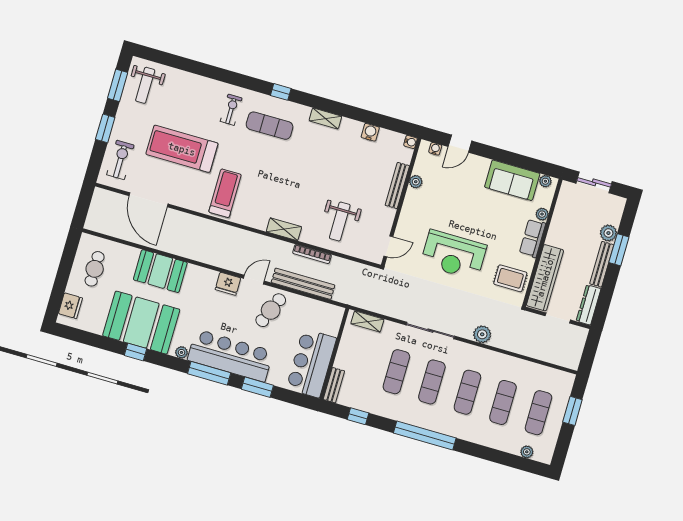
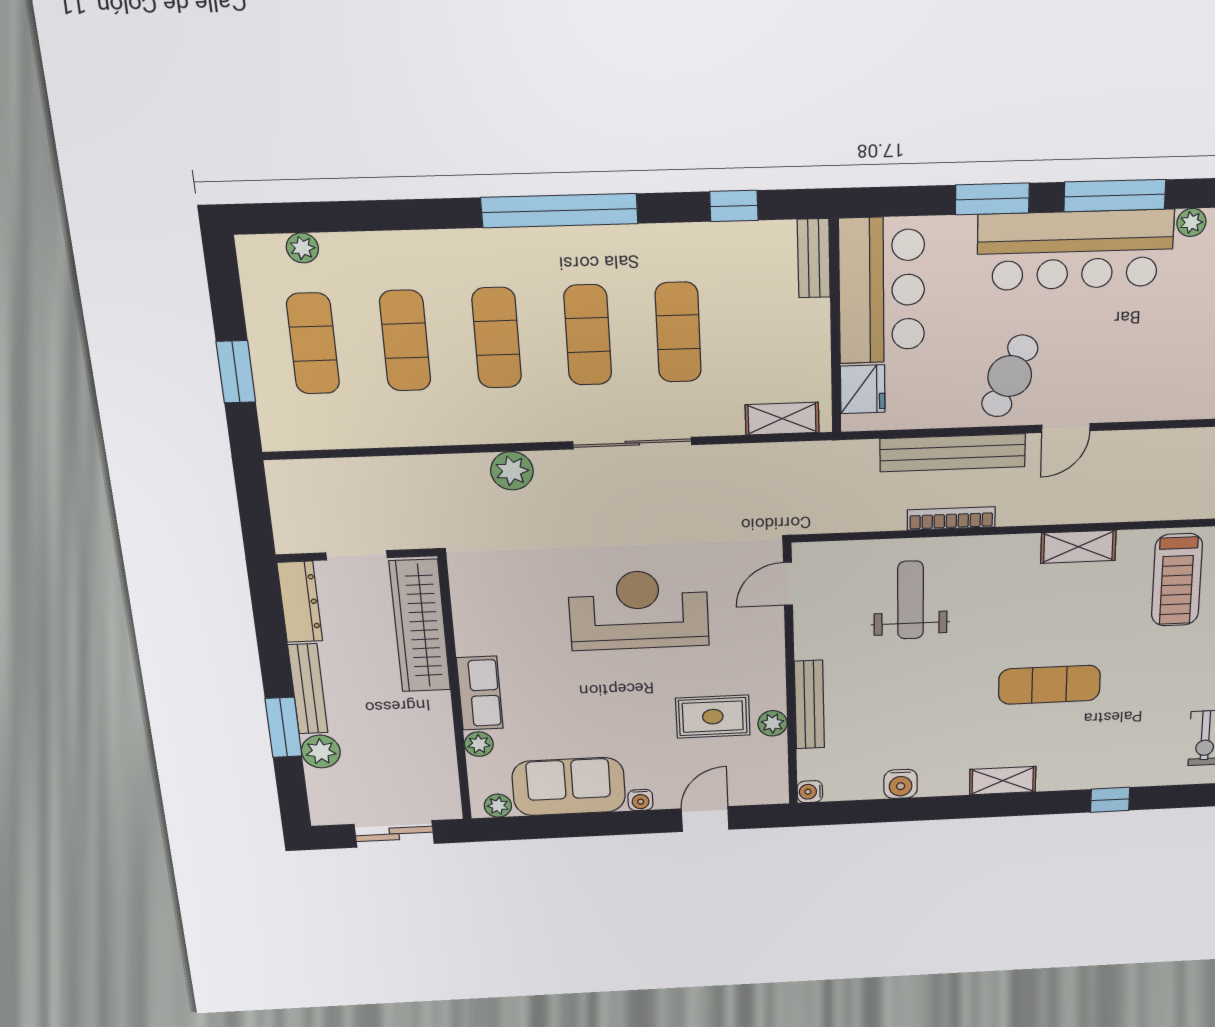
exercise mat: (270, 126) -> (1049, 685), moved
water cooler: (435, 149) -> (640, 800), moved
shelving: (284, 229) -> (1078, 547), moved
rug: (510, 278) -> (713, 717), moved
fridge: (228, 284) -> (863, 389), moved, turned 90

